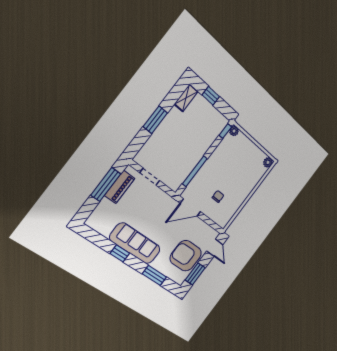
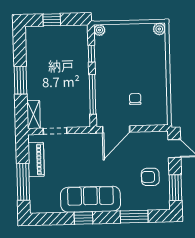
shelving: (186, 98) -> (34, 114), moved
window: (225, 131) -> (91, 54), moved
window: (106, 185) -> (23, 182), moved
armchair: (186, 256) -> (150, 177), width x0.53, depth x0.53

